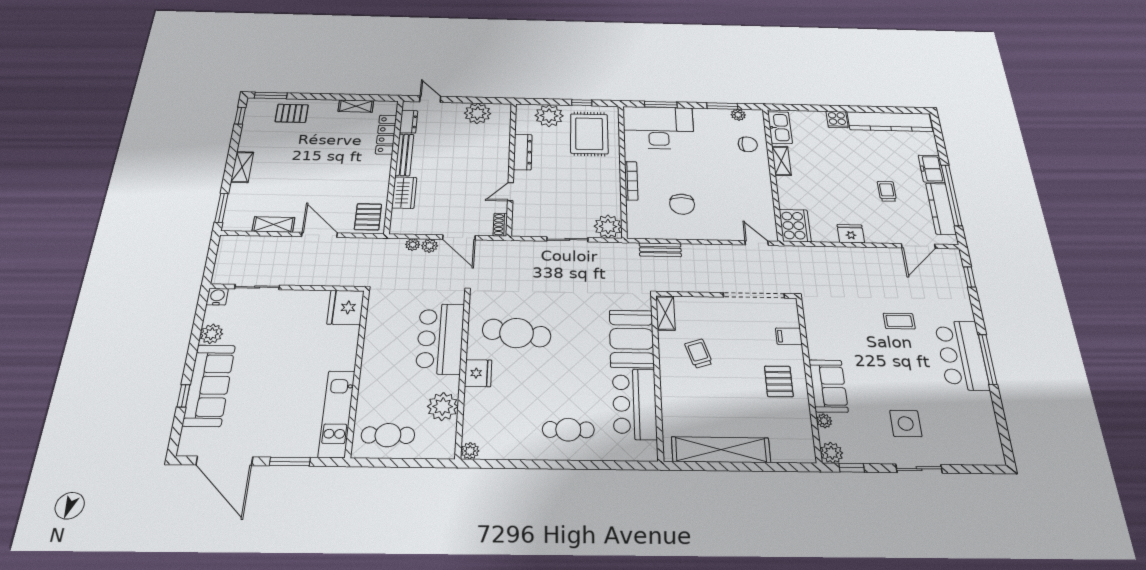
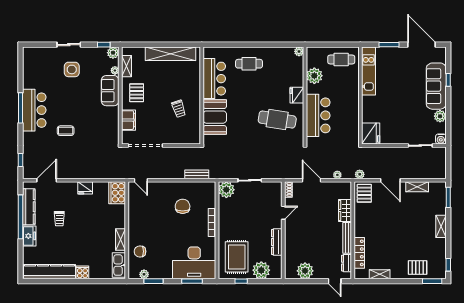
plant: (430, 246) -> (360, 174), moved
shelving: (665, 313) -> (126, 66), moved
filing cabinet: (789, 336) -> (128, 120), width x2.00

